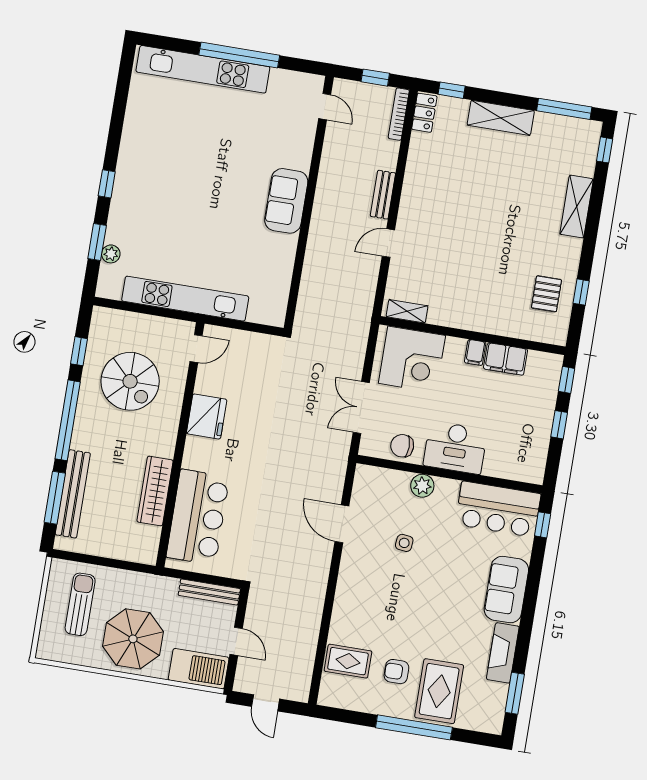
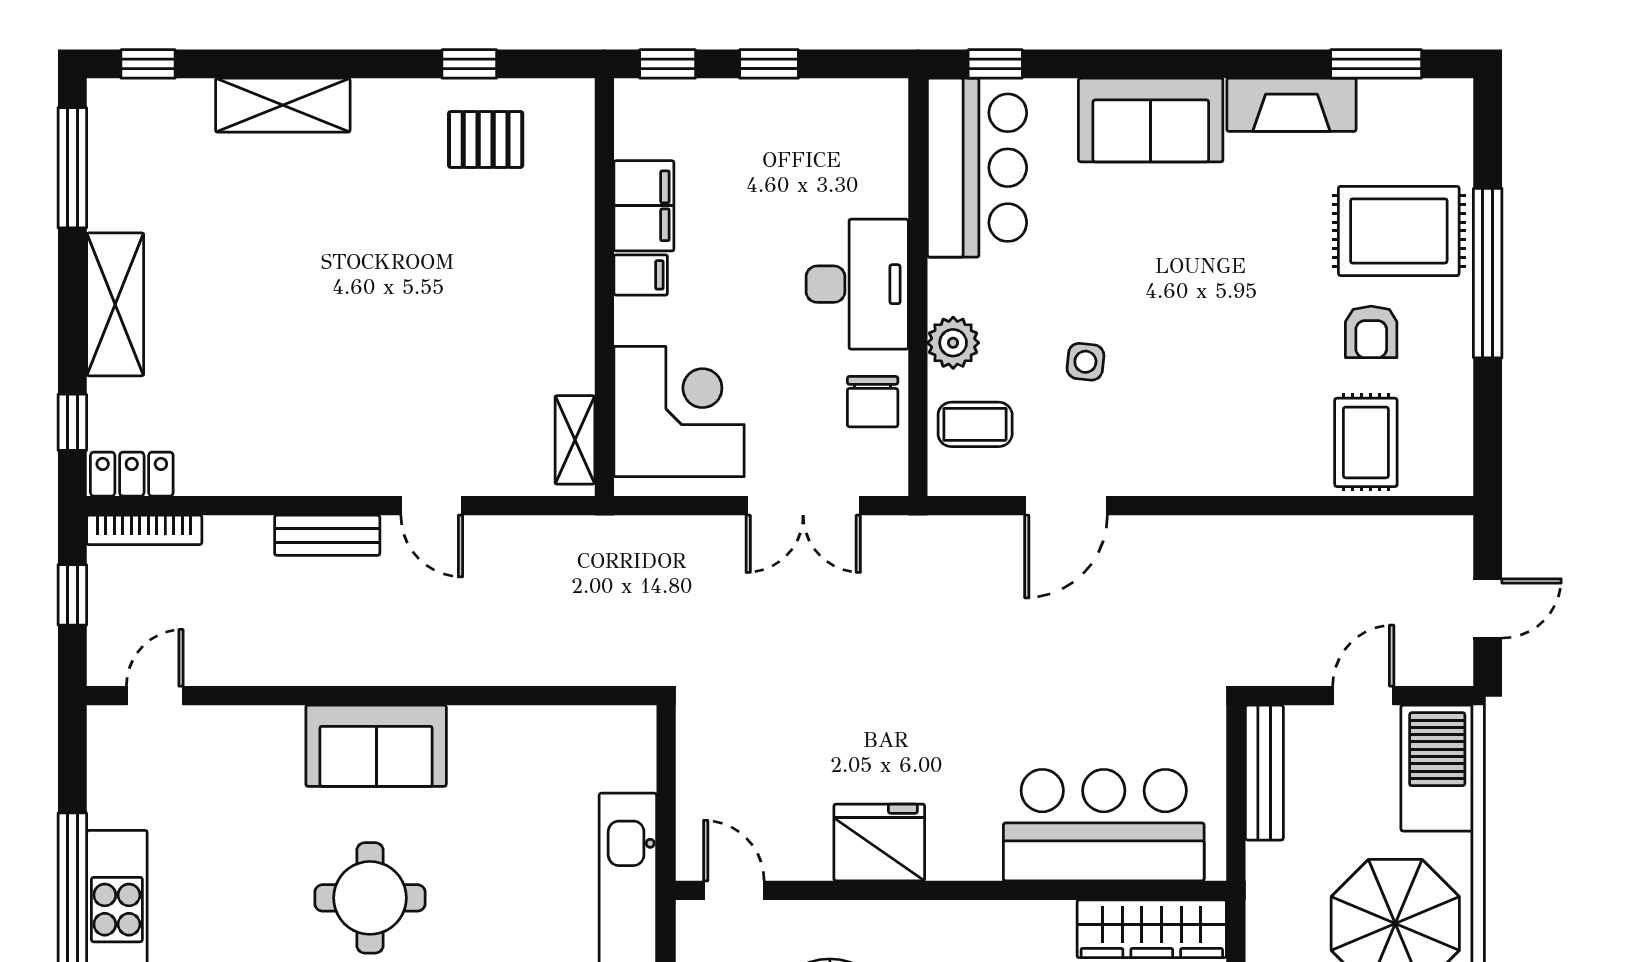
round table: (219, 187) -> (370, 898), added
coffee table: (385, 490) -> (975, 424), added
wardrobe: (155, 491) -> (1152, 929), moved

